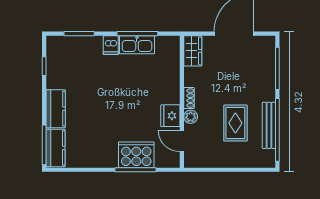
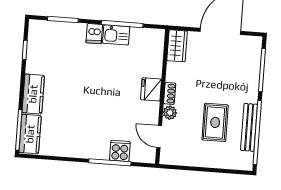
kitchen sink: (137, 45) -> (116, 35), width x0.73
fridge: (170, 116) -> (151, 89), moved
cooker: (136, 155) -> (120, 151), width x0.53, depth x0.76

